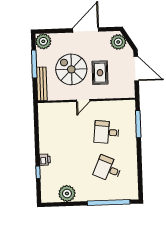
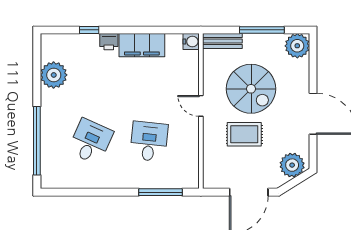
spiral stairs: (71, 69) -> (251, 89), turned 90
bench: (42, 84) -> (222, 41), width x0.73
water cooler: (43, 108) -> (191, 42), added
filing cabinet: (46, 139) -> (142, 45), added

